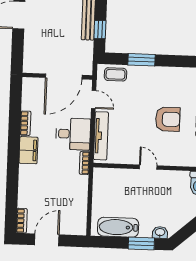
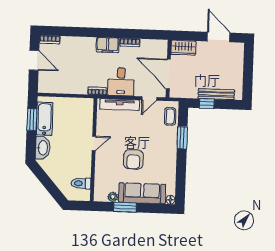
wardrobe: (32, 58) -> (183, 48), added
washbasin: (160, 232) -> (43, 148), width x1.91, depth x1.45
window: (141, 243) -> (32, 119), moved

